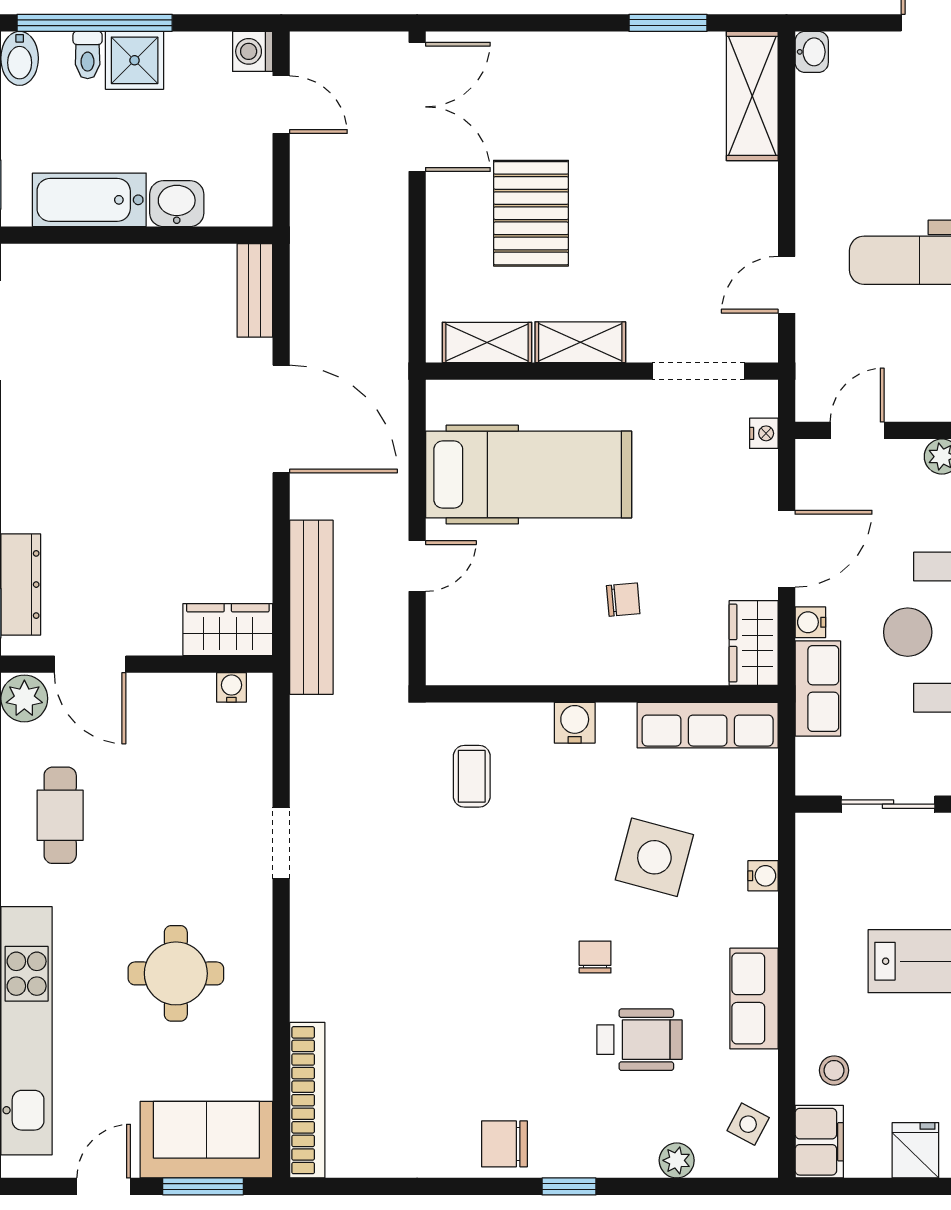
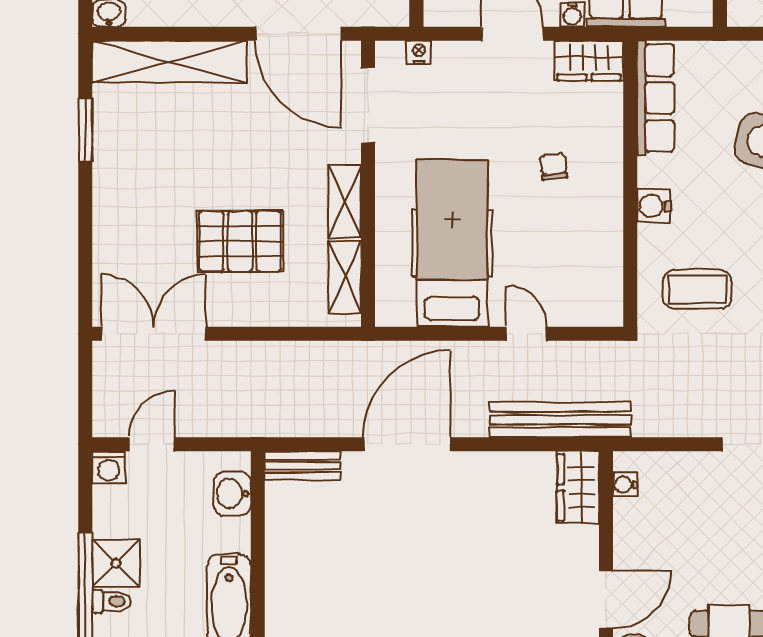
shelving: (752, 96) -> (169, 62), width x1.47
washbasin: (177, 204) -> (232, 494), moved
door: (787, 285) -> (298, 34), width x1.87
coffee table: (472, 776) -> (697, 289), width x1.36, depth x1.30

